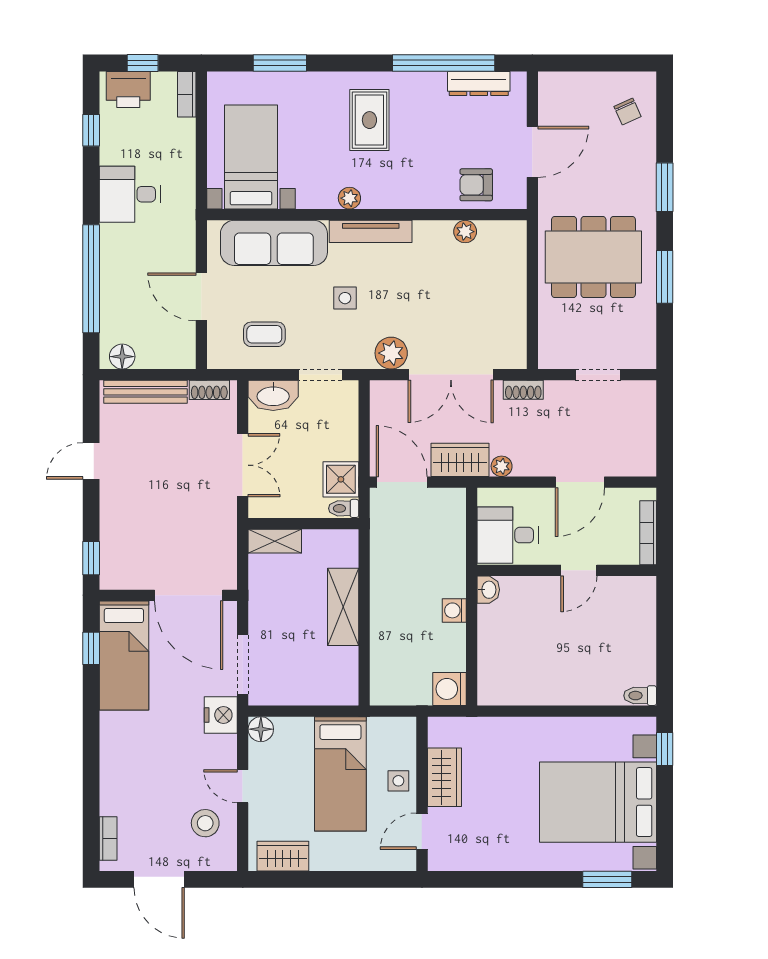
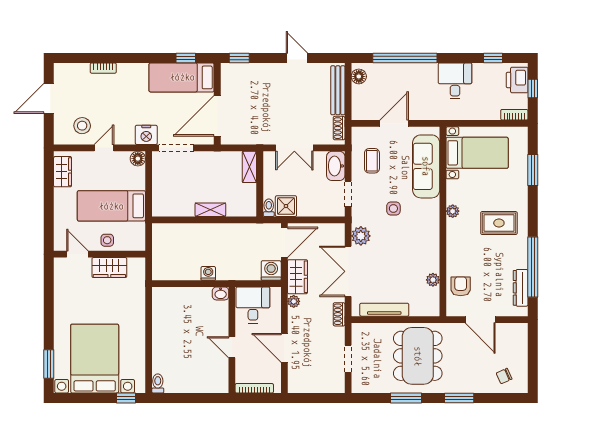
tv unit: (371, 231) -> (384, 310), moved, turned 90
shelving: (343, 607) -> (210, 210), width x0.67, depth x0.75
washing machine: (449, 689) -> (271, 270), moved
bookcase: (108, 839) -> (103, 68), moved

